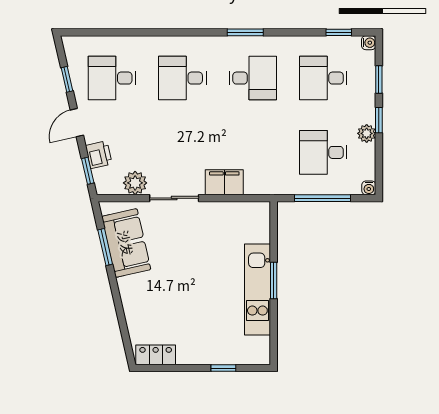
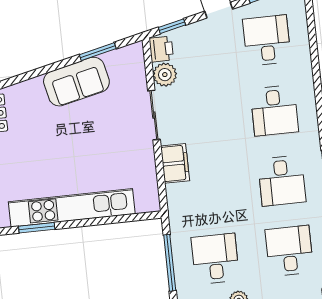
desk: (182, 78) -> (274, 111), turned 180
printer: (99, 155) -> (161, 49), moved, turned -77
sofa: (126, 243) -> (76, 82), moved
window: (274, 281) -> (37, 228), moved
kitchen unit: (257, 290) -> (72, 208), width x1.36

